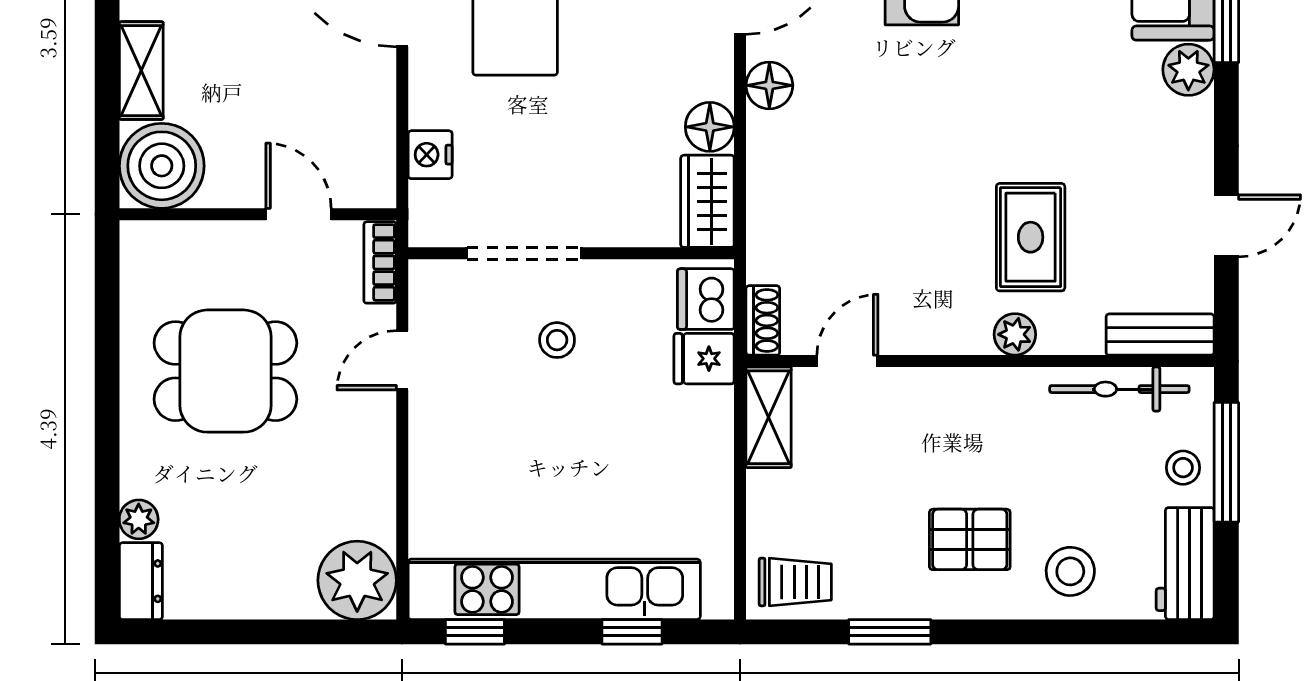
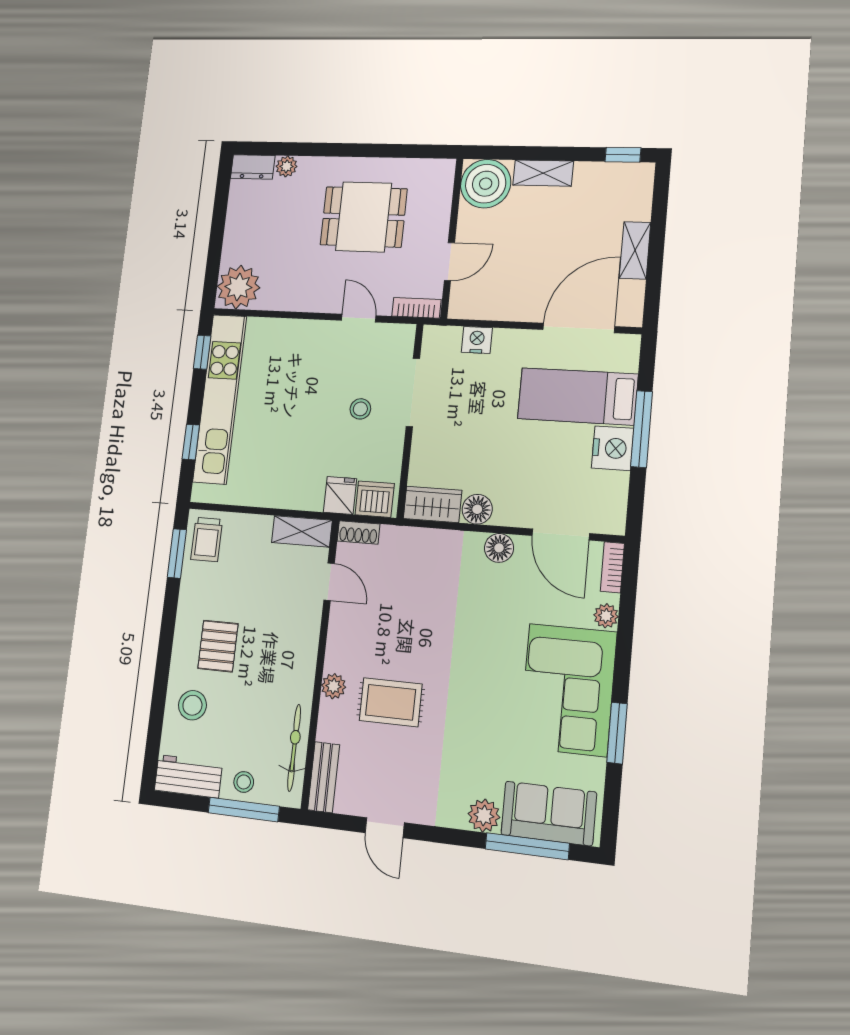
dining table: (225, 371) -> (364, 217), turned 90
window: (890, 632) -> (177, 553), moved

